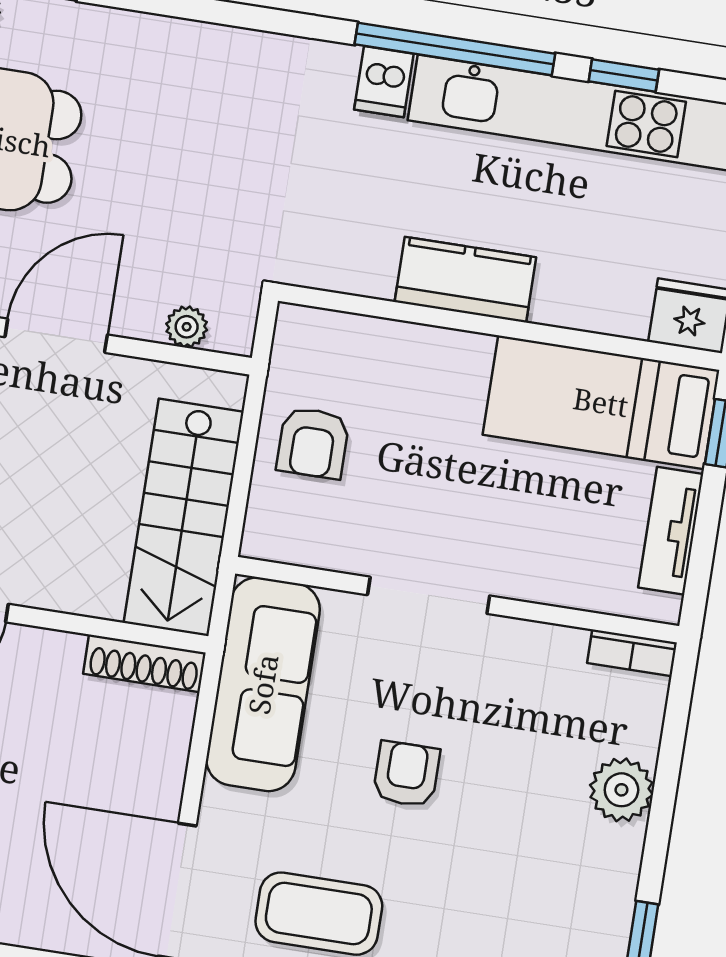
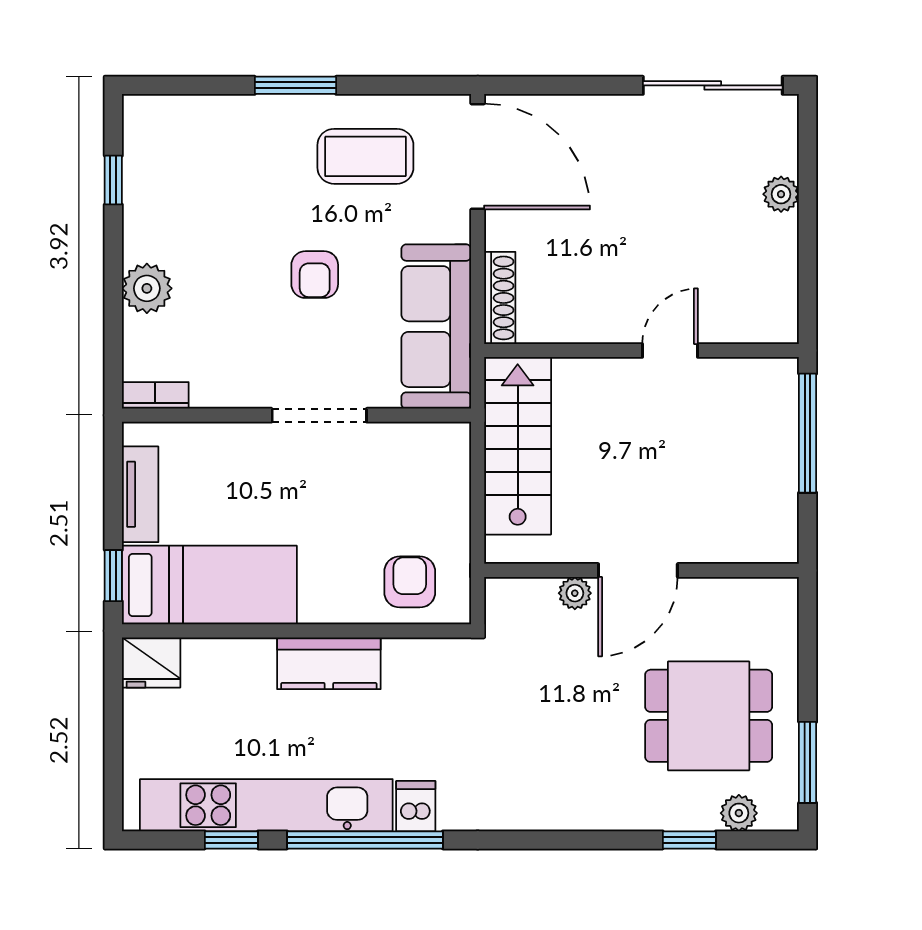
plant: (187, 327) -> (575, 593), moved
armchair: (313, 443) -> (410, 582), moved
shoe rack: (144, 663) -> (500, 298), moved, turned 90

